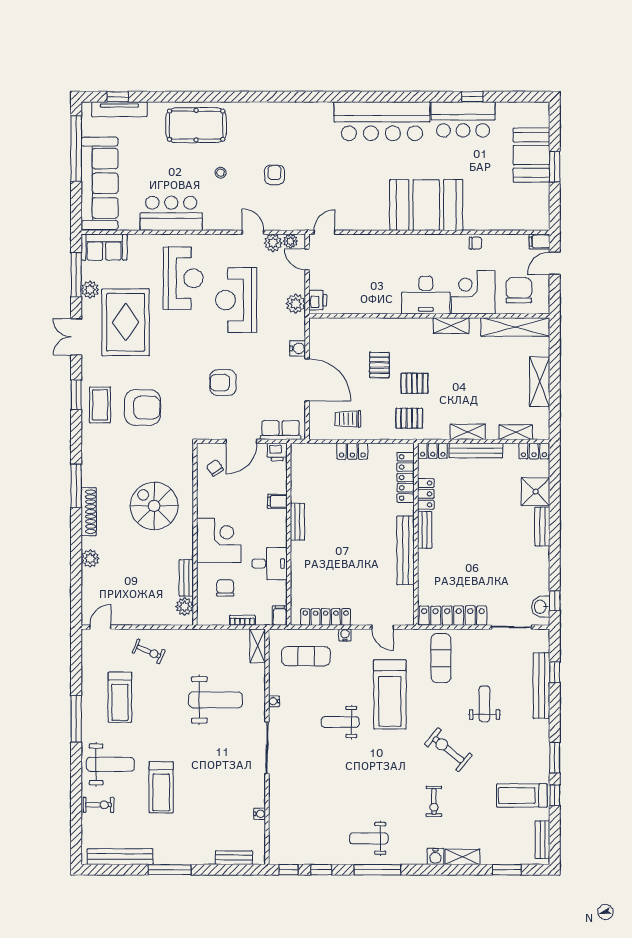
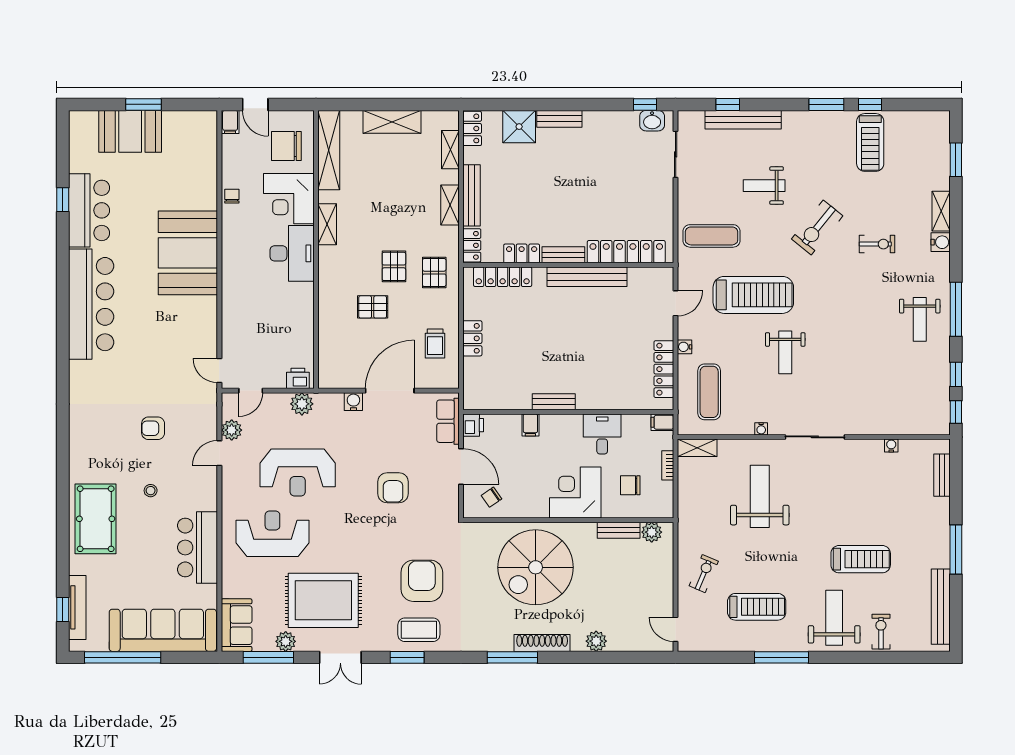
plant: (290, 241) -> (230, 410), removed
spiral stairs: (154, 506) -> (536, 567), width x1.37, depth x1.37
locker: (453, 616) -> (626, 252), moved, turned 90
bench: (542, 840) -> (921, 119), removed

